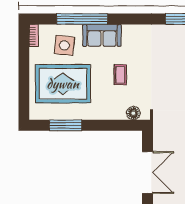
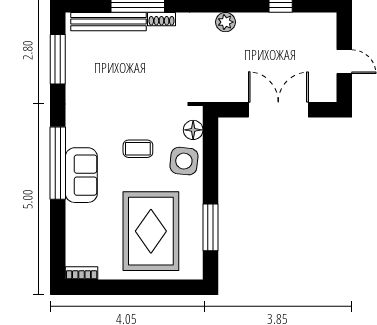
window: (82, 19) -> (58, 163), moved
side table: (64, 45) -> (184, 161), moved

